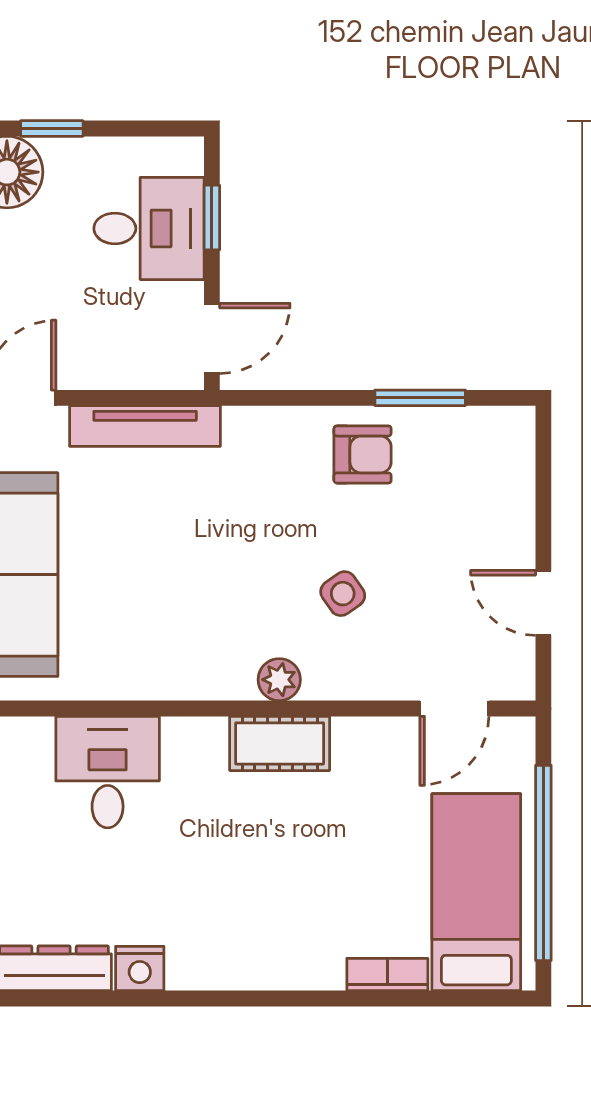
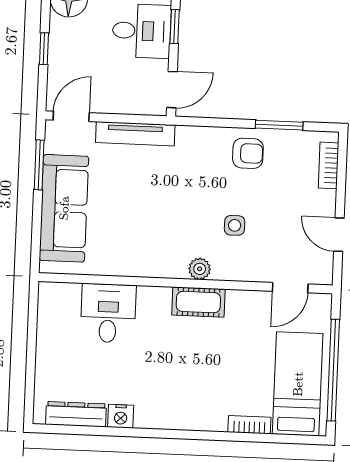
bookcase: (518, 471) -> (328, 165), added
side table: (343, 594) -> (235, 225), turned 35

